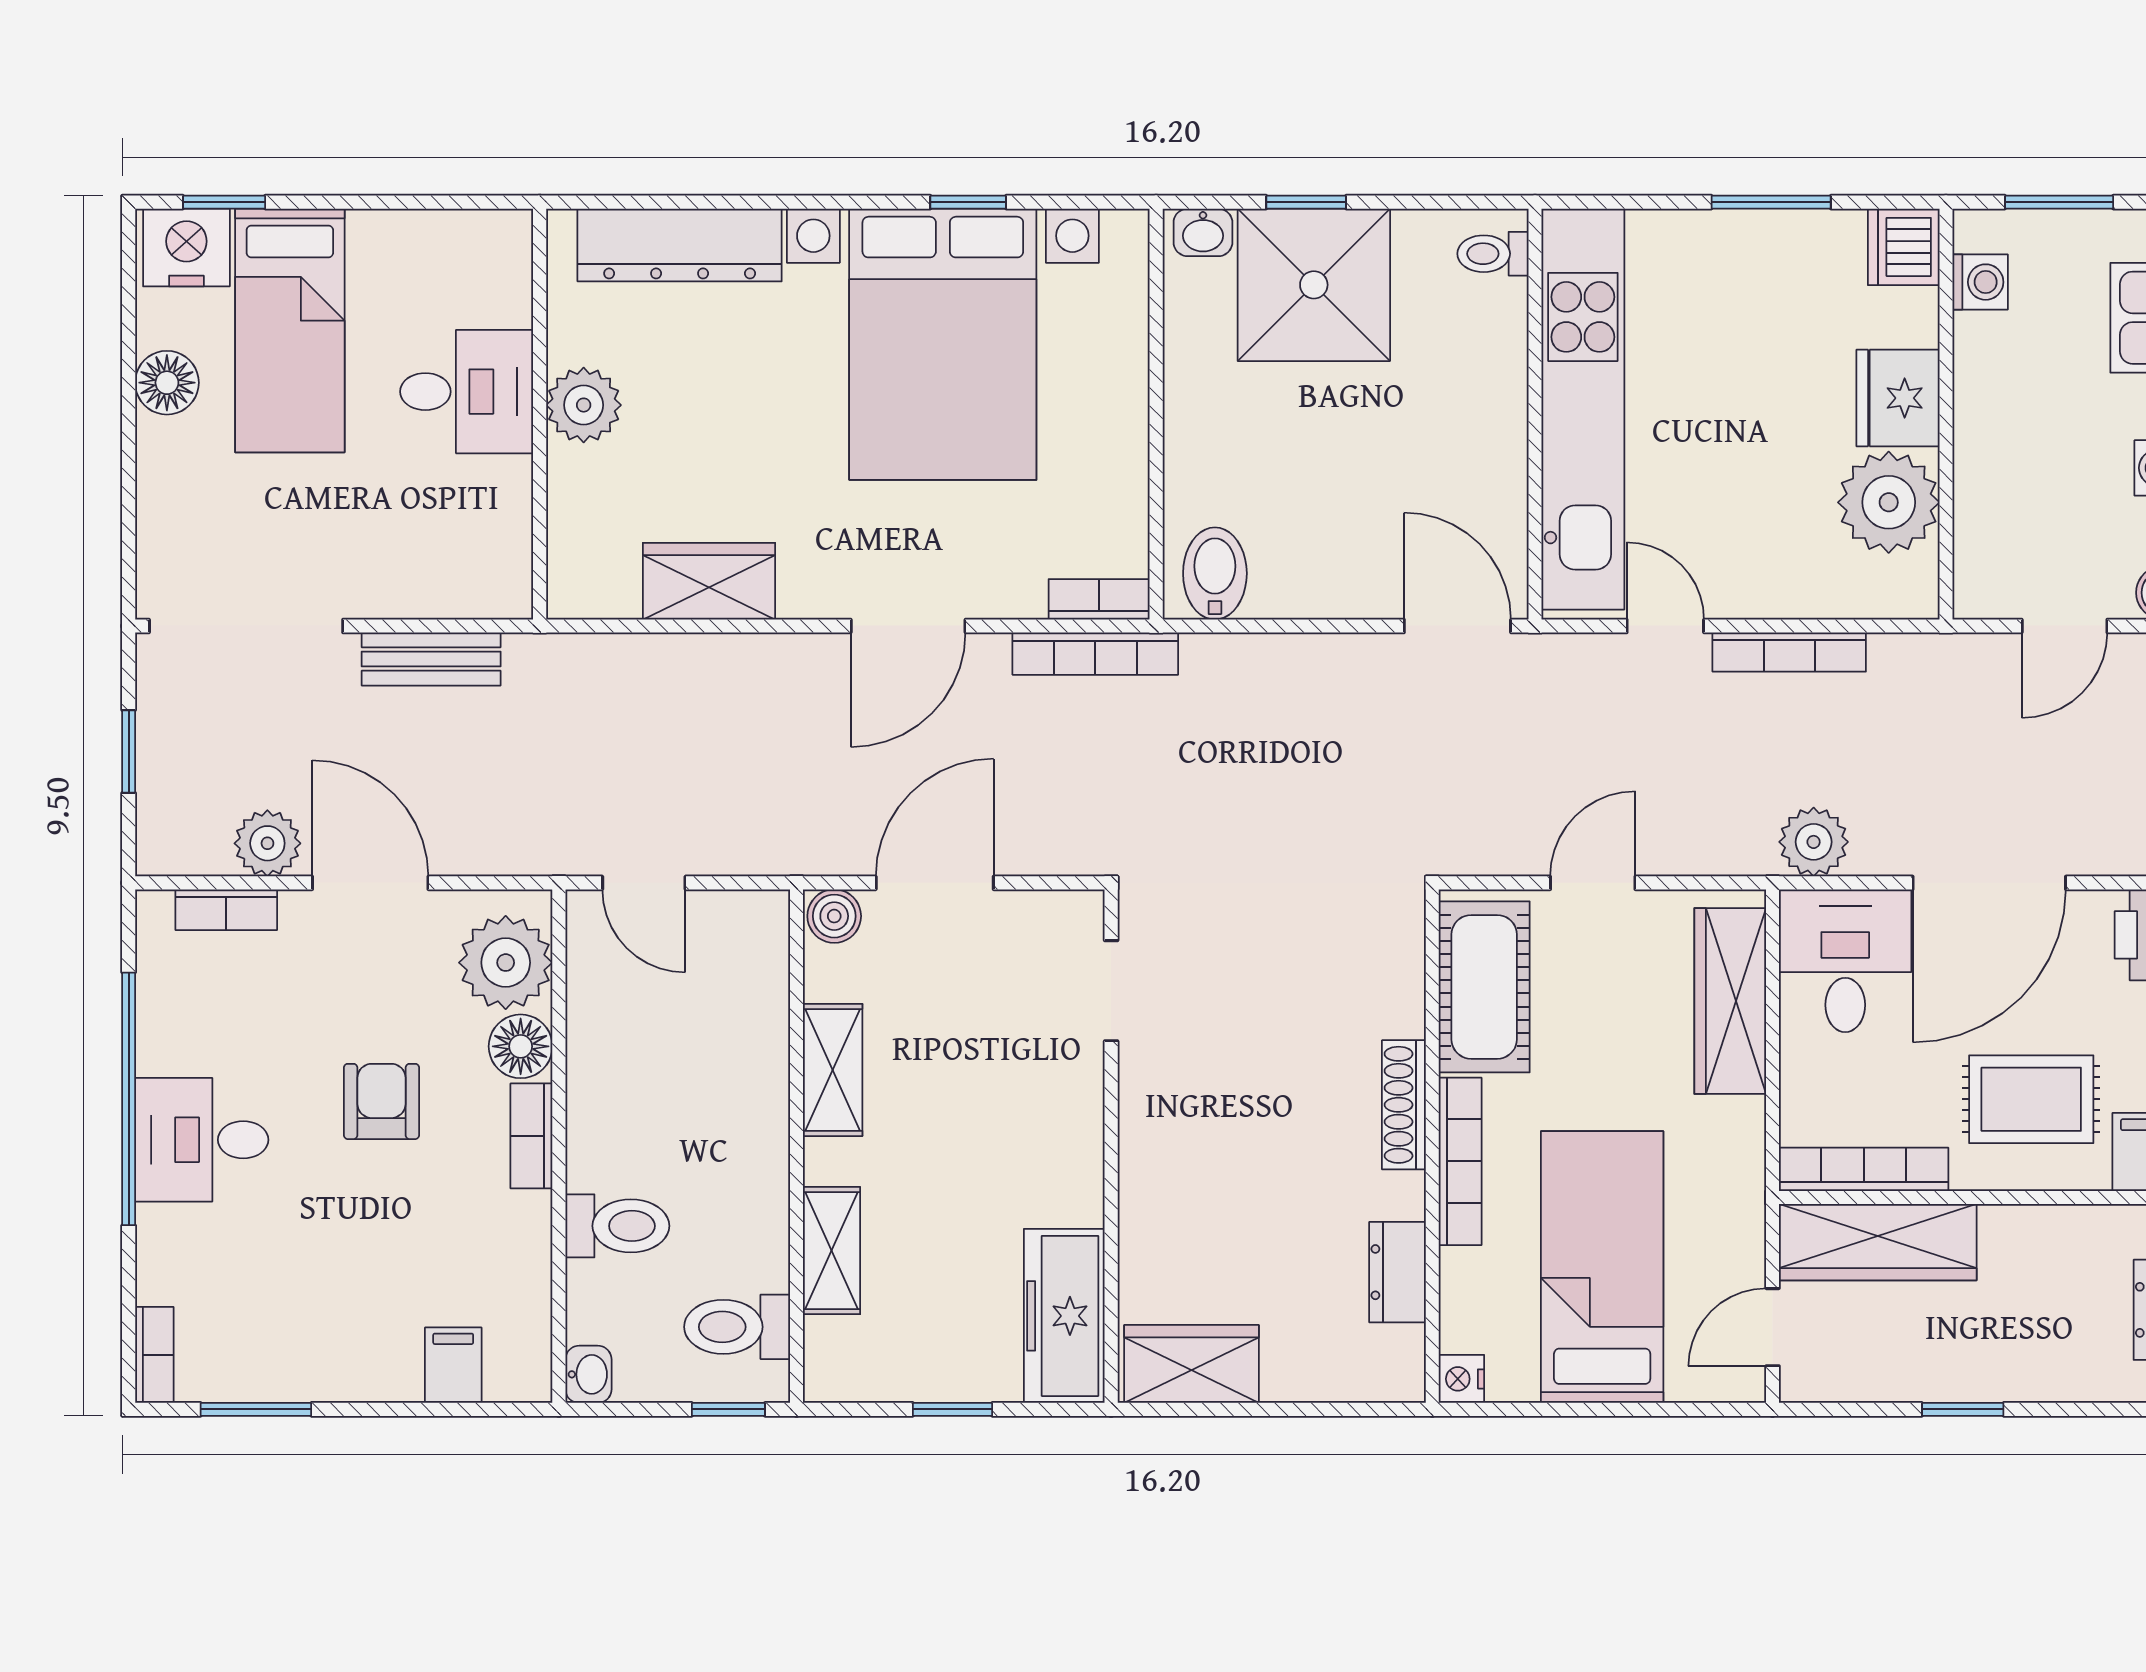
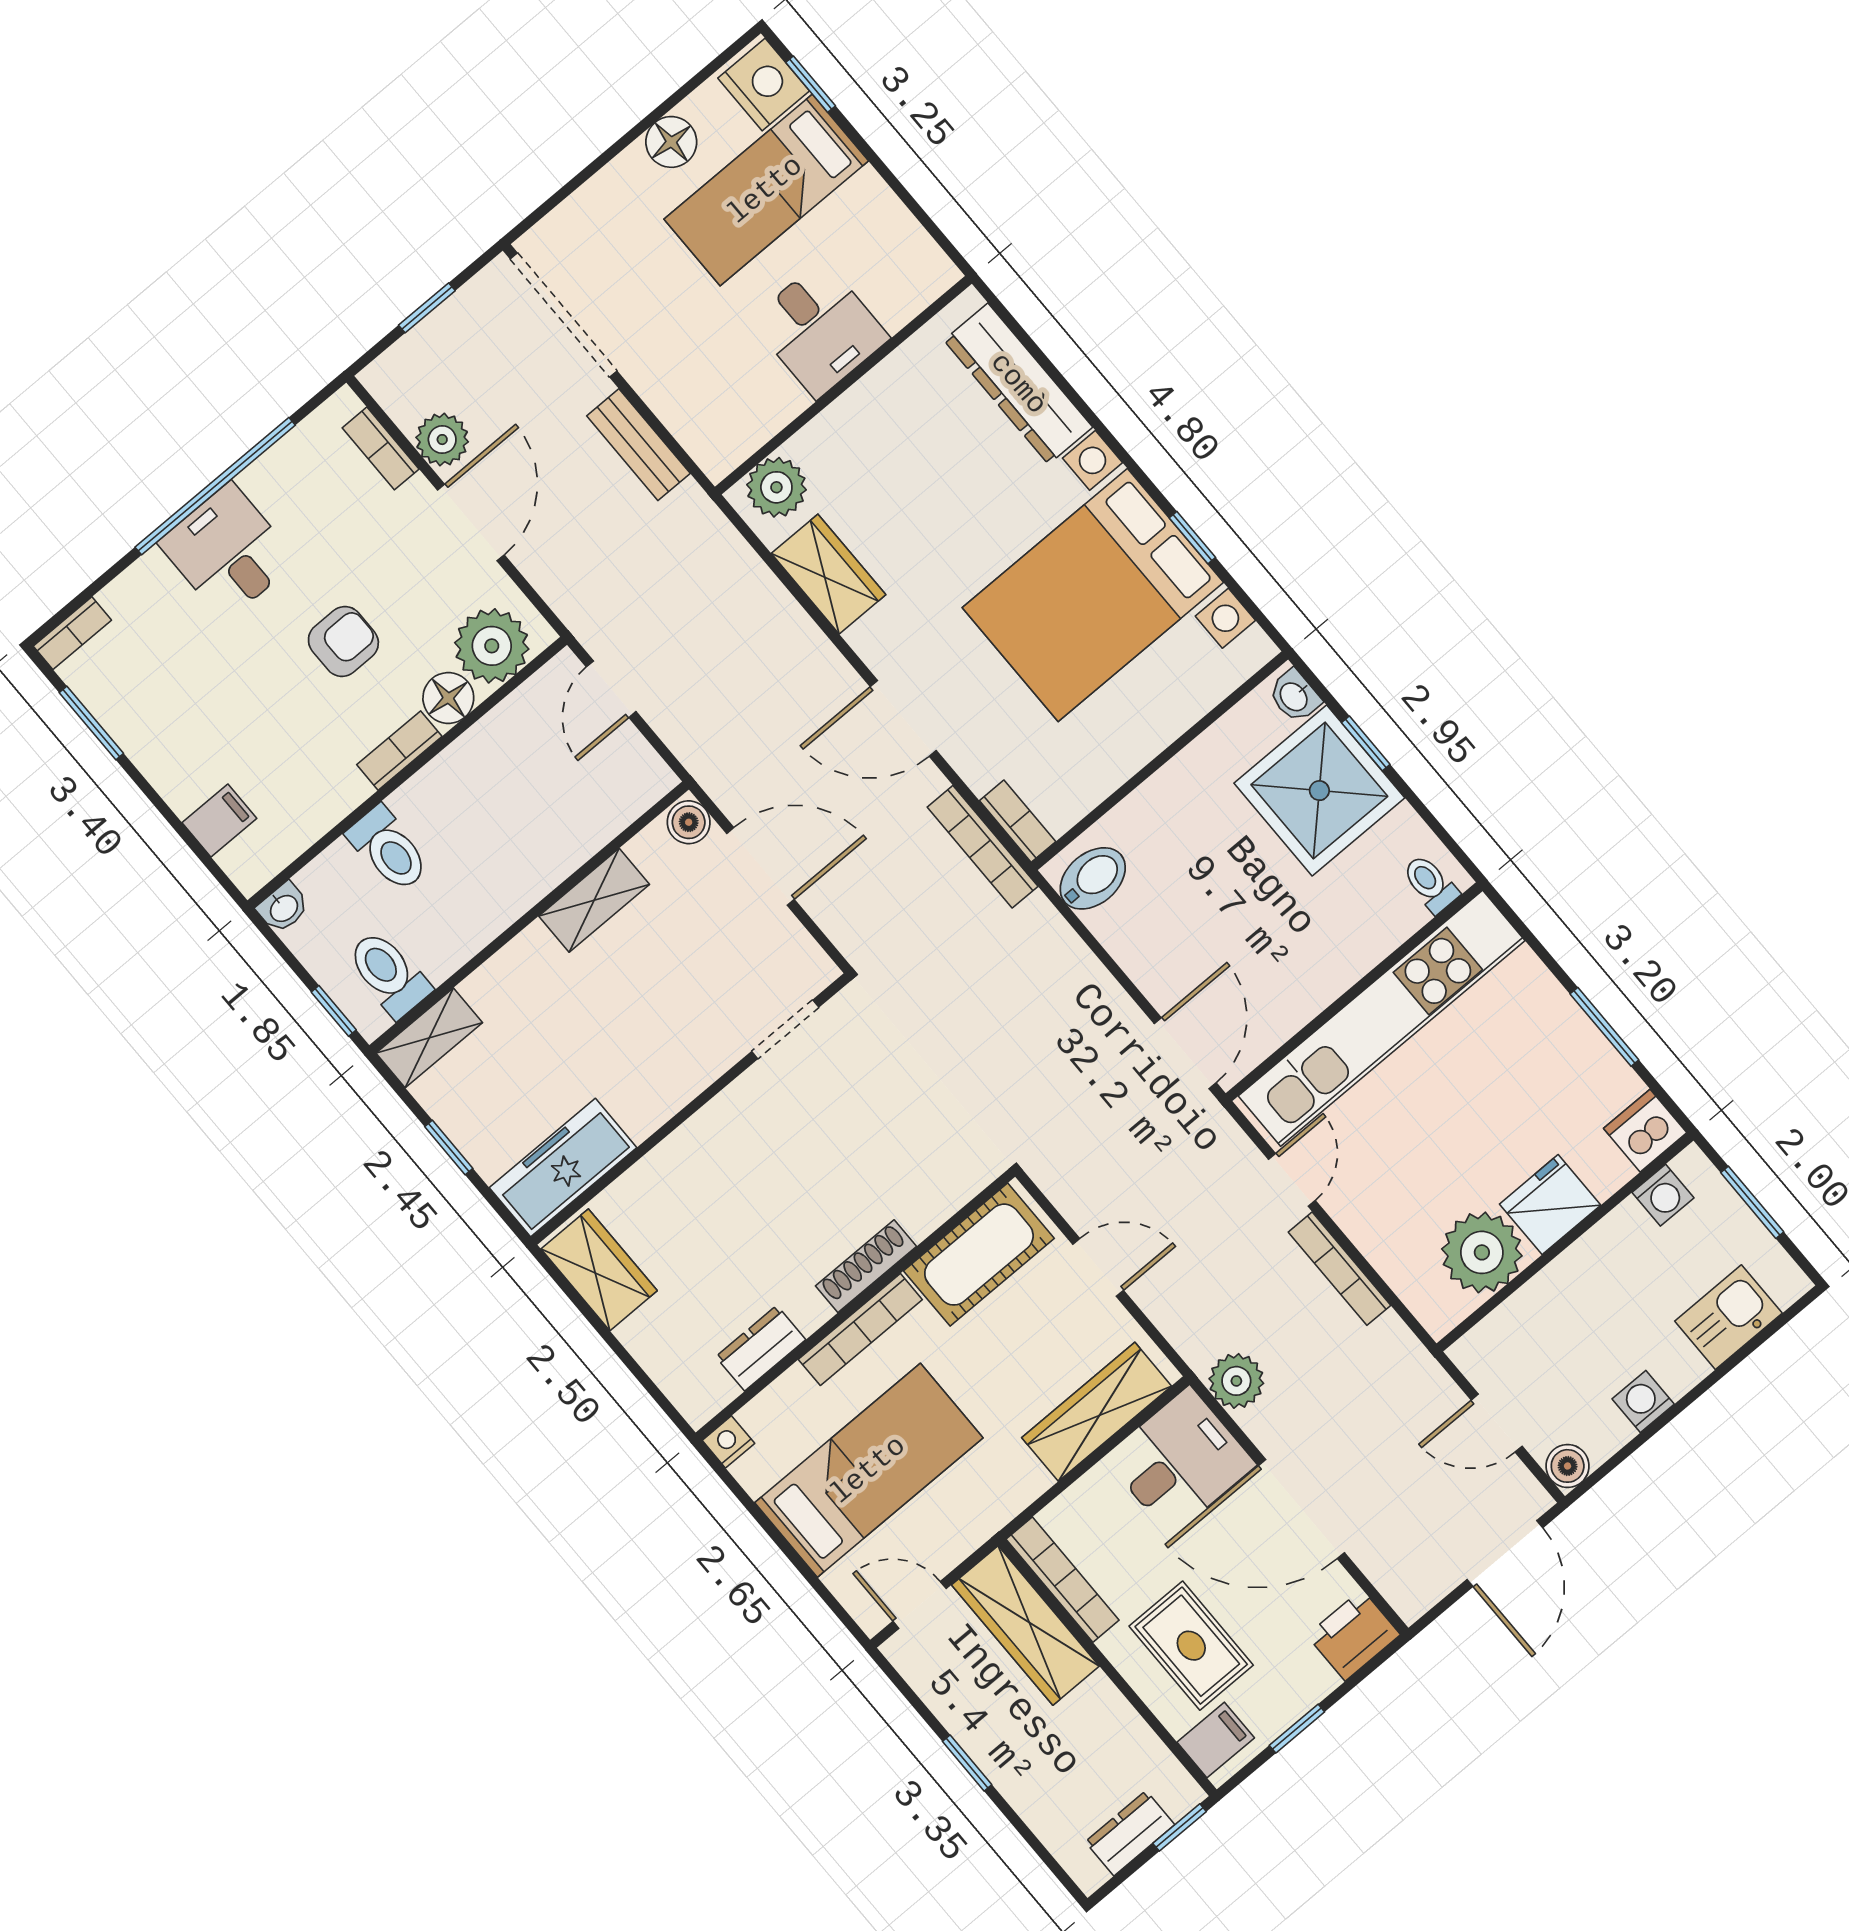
plant: (584, 405) -> (776, 487), moved
shelving: (832, 1251) -> (429, 1038), moved

